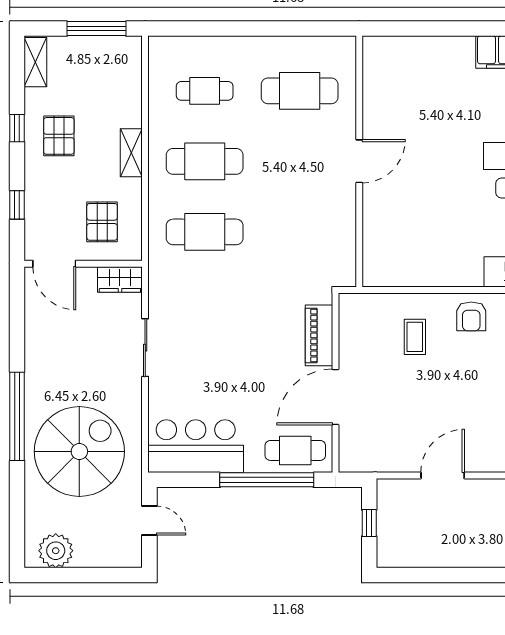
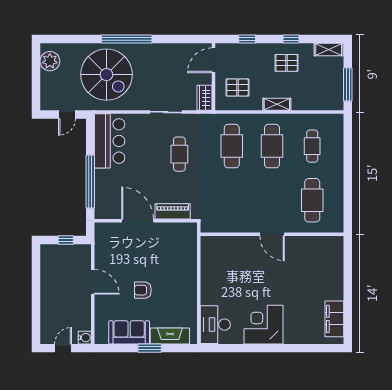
armchair: (471, 316) -> (143, 290), moved
coffee table: (415, 337) -> (172, 266), removed
cafe table: (295, 450) -> (179, 154), moved

